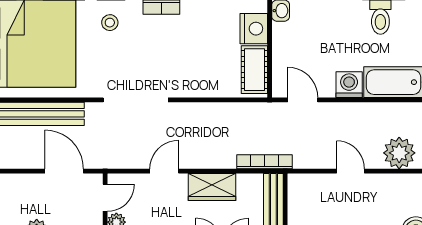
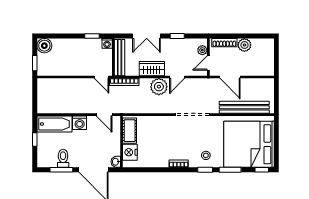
plant: (399, 153) -> (159, 87), moved
door: (350, 171) -> (102, 77), moved

